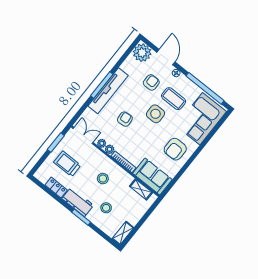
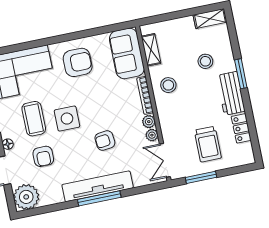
armchair: (151, 82) -> (43, 156), turned -90
stool: (103, 179) -> (168, 85), moved

